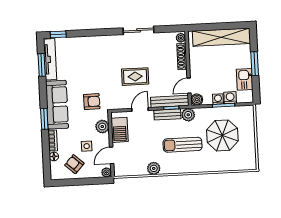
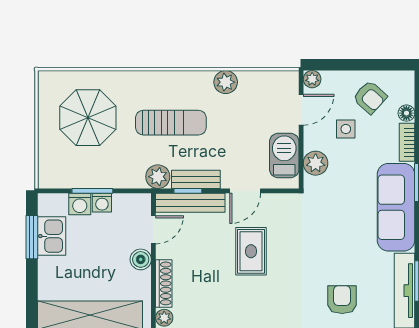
window: (255, 64) -> (32, 237), moved
rug: (135, 77) -> (251, 251), turned 90
boiler: (197, 100) -> (141, 259), moved
armchair: (92, 102) -> (342, 300), moved, turned 91
parasol: (222, 135) -> (88, 118), moved

